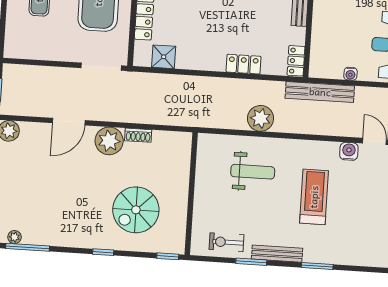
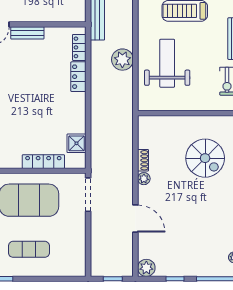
locker: (296, 61) -> (79, 47), moved, turned 90
plant: (109, 141) -> (144, 179), width x0.53, depth x0.53
weight bench: (253, 172) -> (167, 63), width x1.36, depth x1.33

